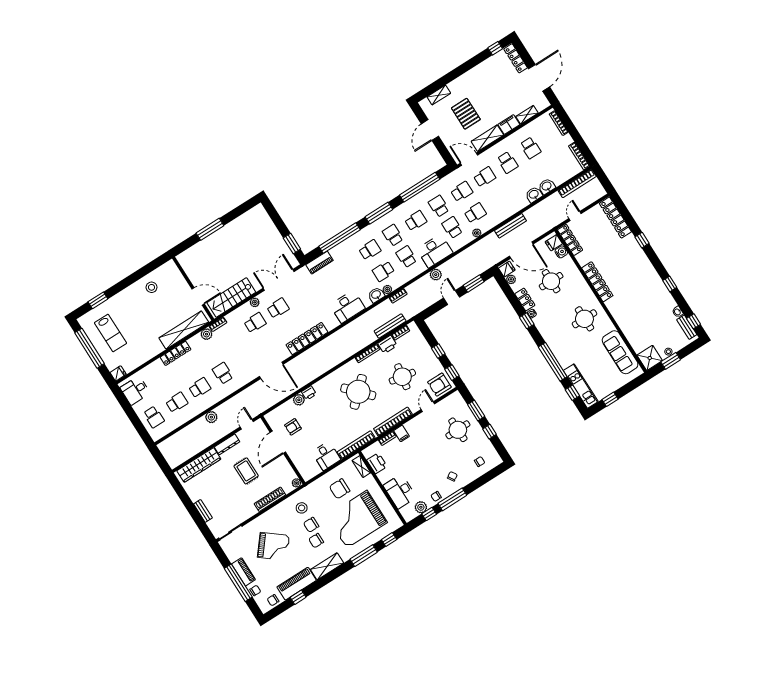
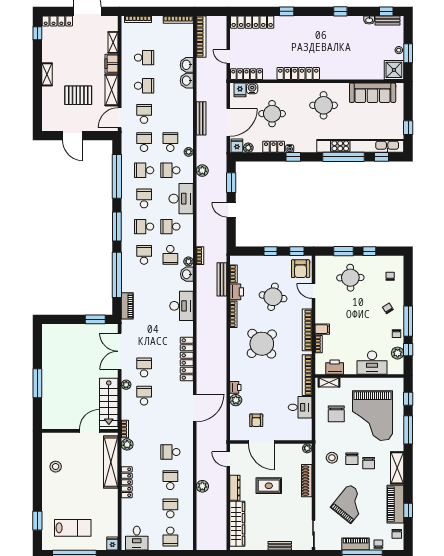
shelving: (439, 95) -> (47, 74), moved
plant: (436, 275) -> (202, 171), moved
kitchen unit: (581, 386) -> (360, 146), width x1.86
school desk: (154, 417) -> (170, 537), turned 90

